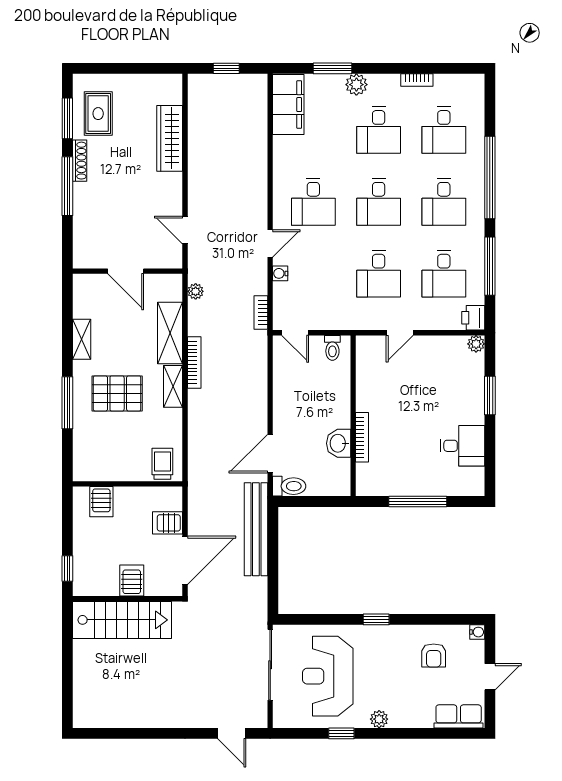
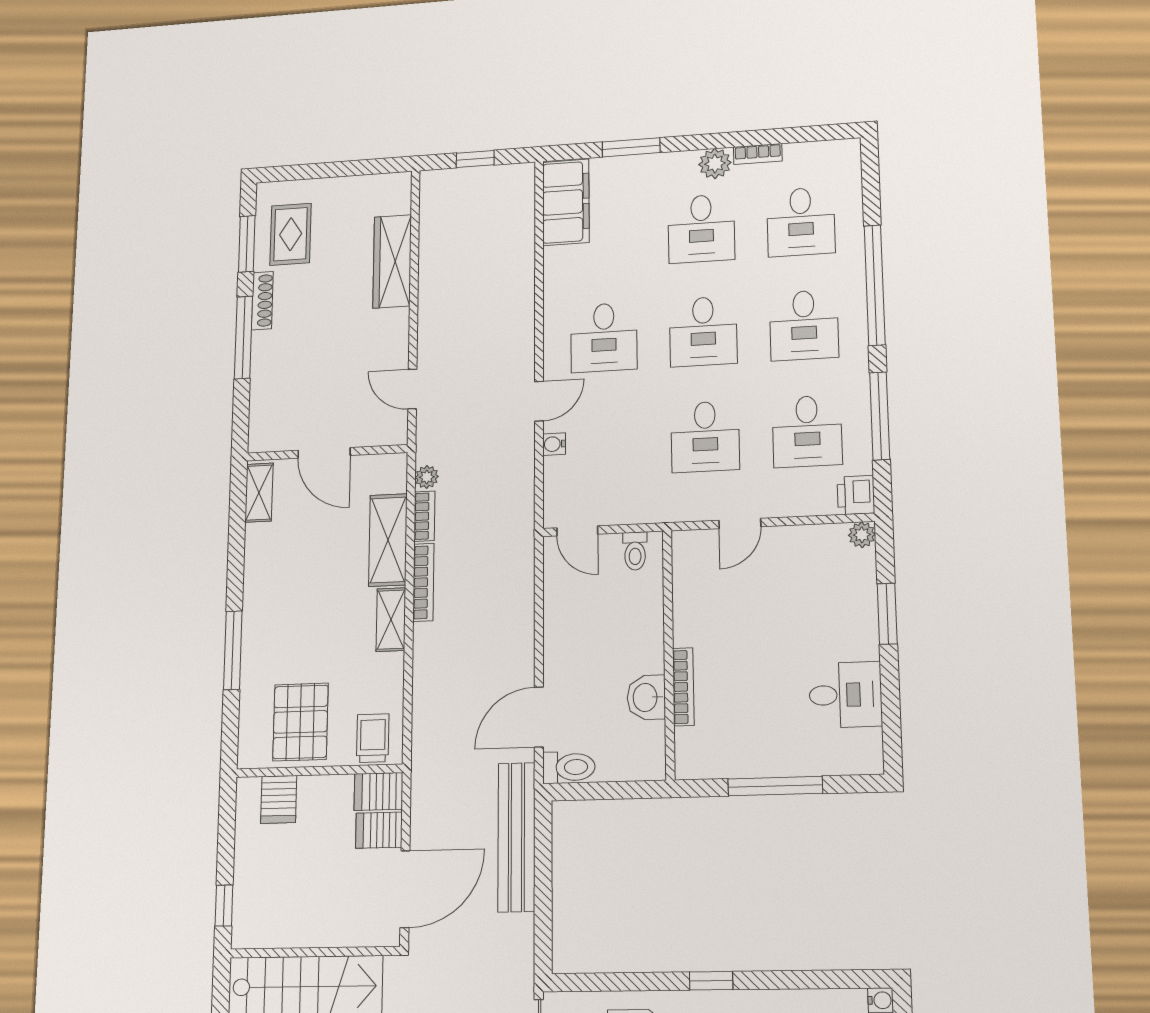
plant: (356, 85) -> (715, 164), moved
bookcase: (261, 312) -> (424, 516), moved, turned 180
shelving: (82, 339) -> (259, 493), moved
pallet: (117, 393) -> (300, 722), moved, turned 90
server rack: (132, 581) -> (378, 791), moved, turned -90

